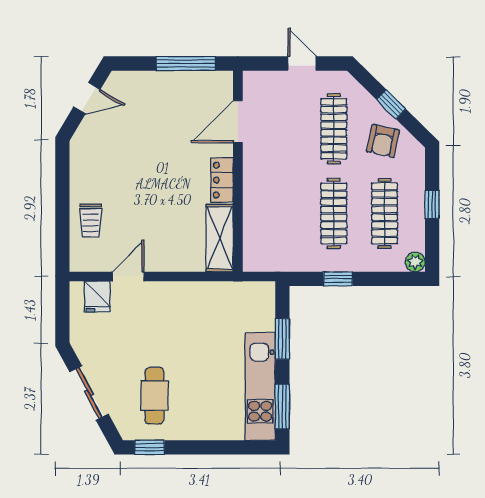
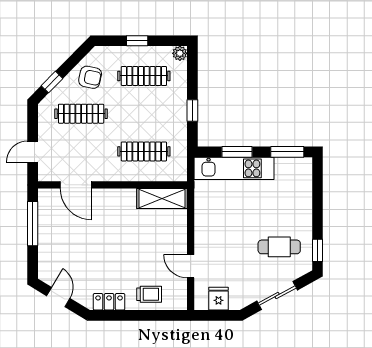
door: (302, 63) -> (33, 152), moved
window: (391, 104) -> (52, 82), moved
locker: (222, 180) -> (109, 302), moved, turned 180
clothes rail: (334, 213) -> (144, 151), moved
fridge: (97, 297) -> (219, 299), moved, turned -90
kitchen unit: (260, 387) -> (234, 168), moved

